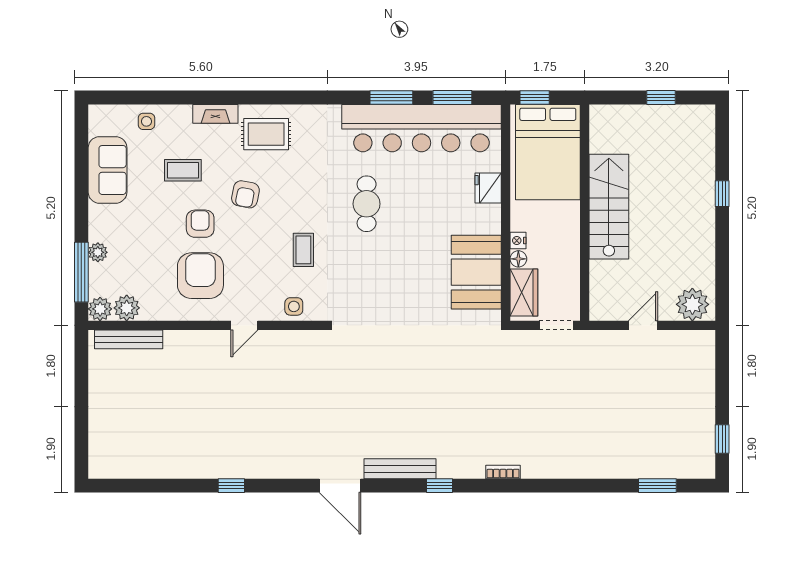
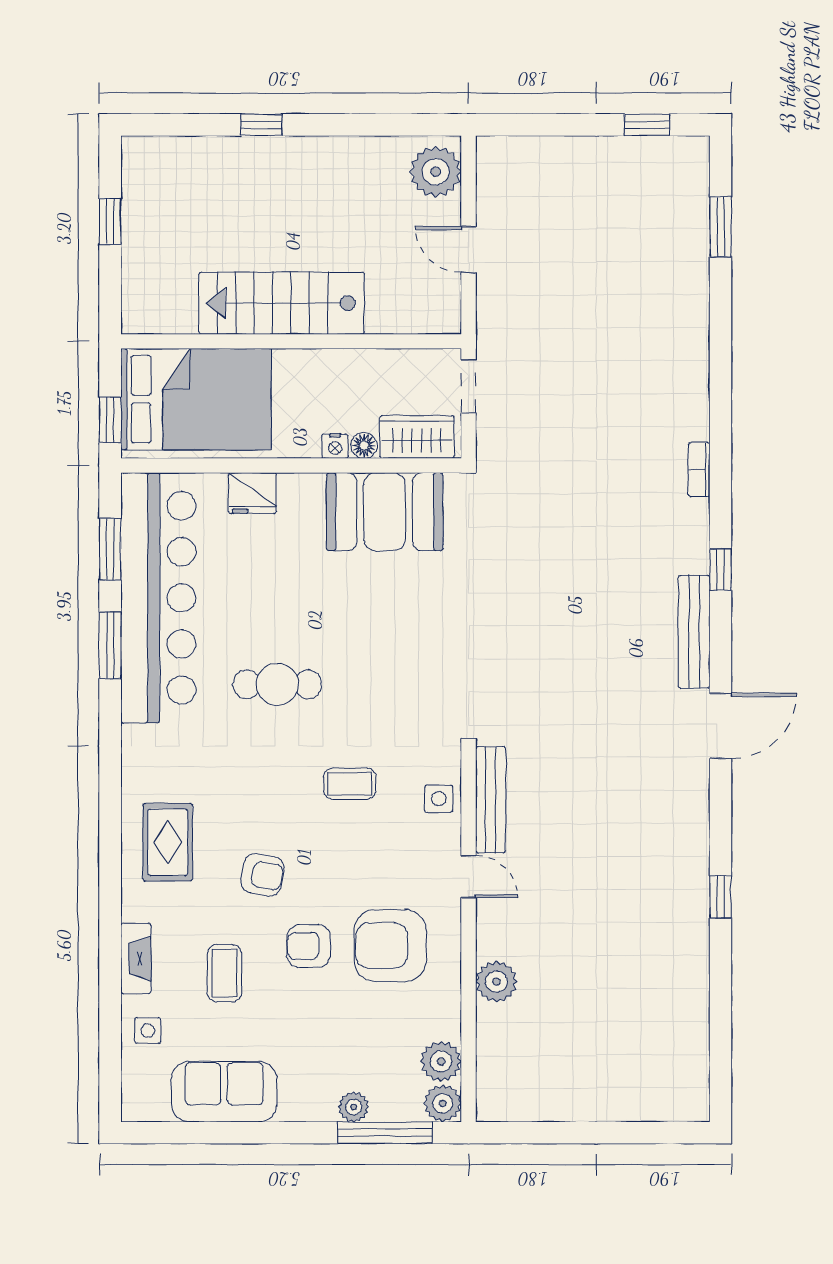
fireplace: (215, 114) -> (136, 958), moved
bench: (129, 339) -> (491, 800), moved
plant: (178, 343) -> (496, 982), added

